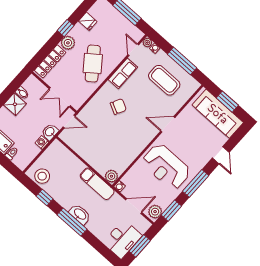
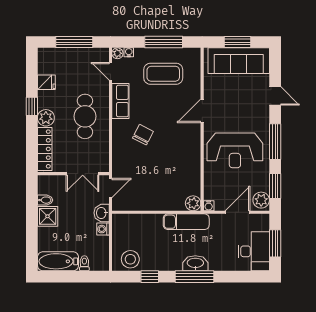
cafe table: (93, 63) -> (85, 116), turned 37

